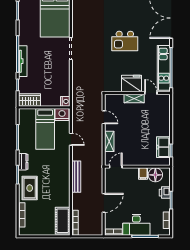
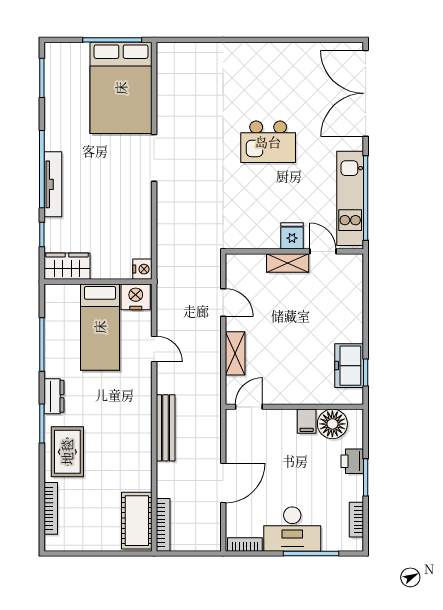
fridge: (131, 84) -> (292, 236), width x0.53, depth x0.75

